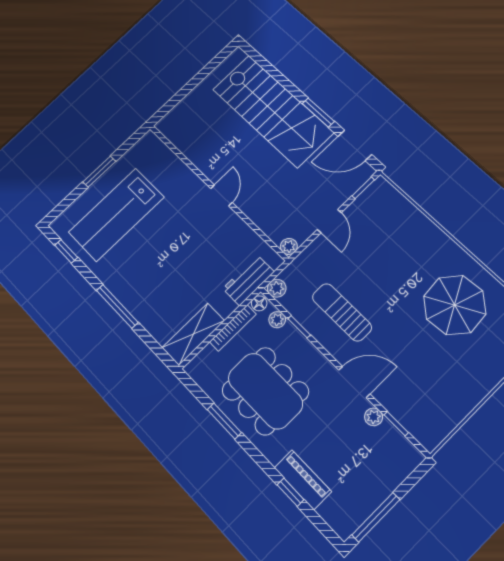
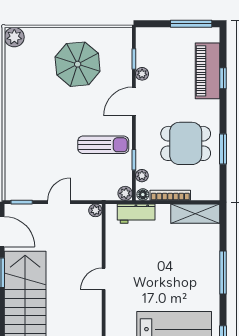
parasol: (455, 305) -> (78, 64), moved
sun lounger: (342, 312) -> (103, 145), turned -90
door: (354, 382) -> (134, 101), hinge flipped
dining table: (265, 391) -> (186, 143), width x0.73
piano: (303, 480) -> (207, 71), width x1.37, depth x1.33

